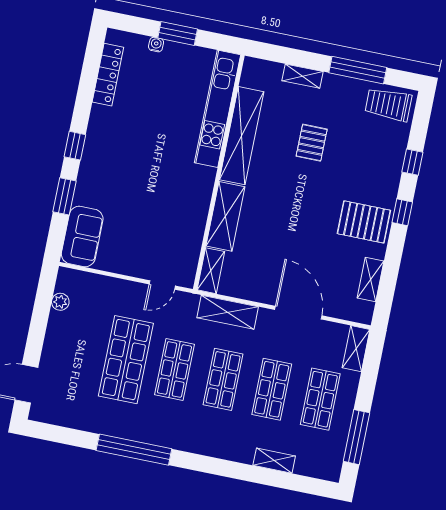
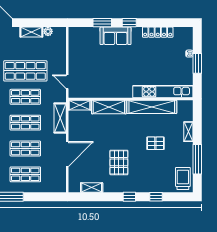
locker: (108, 75) -> (158, 32), moved
pallet: (364, 222) -> (119, 162), moved
sofa: (82, 236) -> (116, 36), moved
shelving: (356, 349) -> (31, 32), moved

